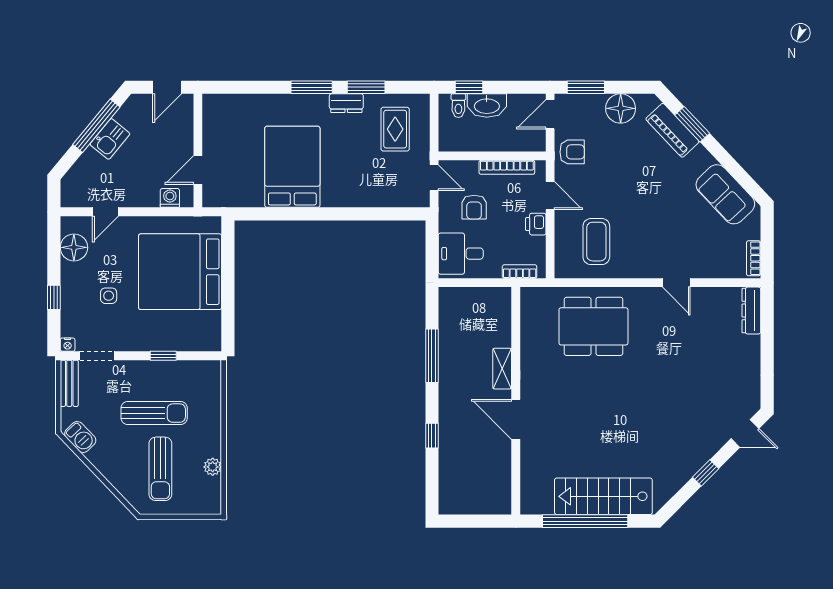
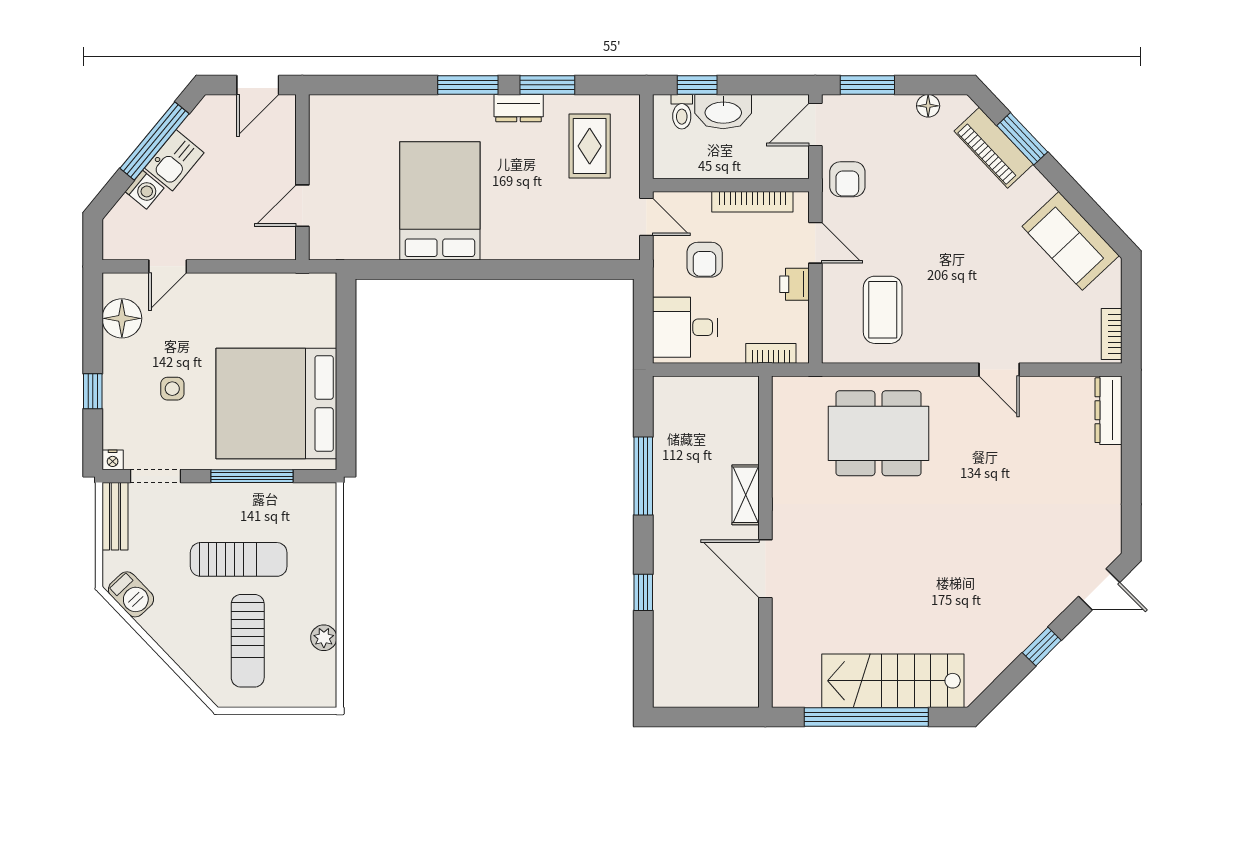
floor lamp: (621, 108) -> (928, 106), width x0.53, depth x0.53
armchair: (572, 152) -> (847, 179), turned 90
washing machine: (170, 198) -> (145, 190), moved, turned 129
bed: (180, 272) -> (276, 403), moved
window: (163, 356) -> (252, 476), width x2.17

